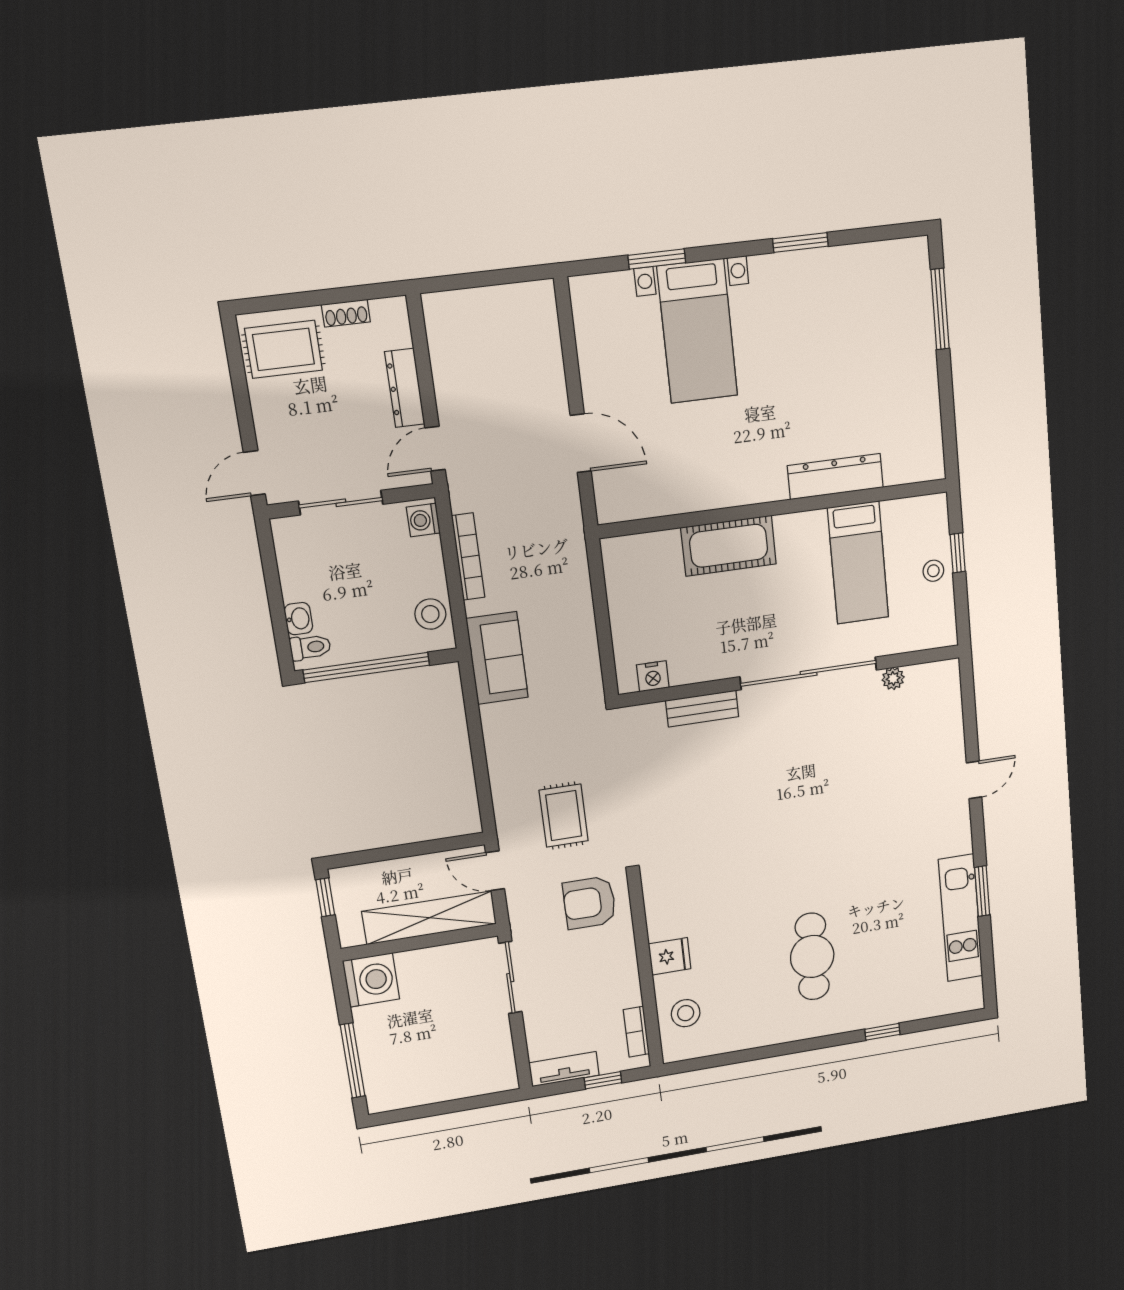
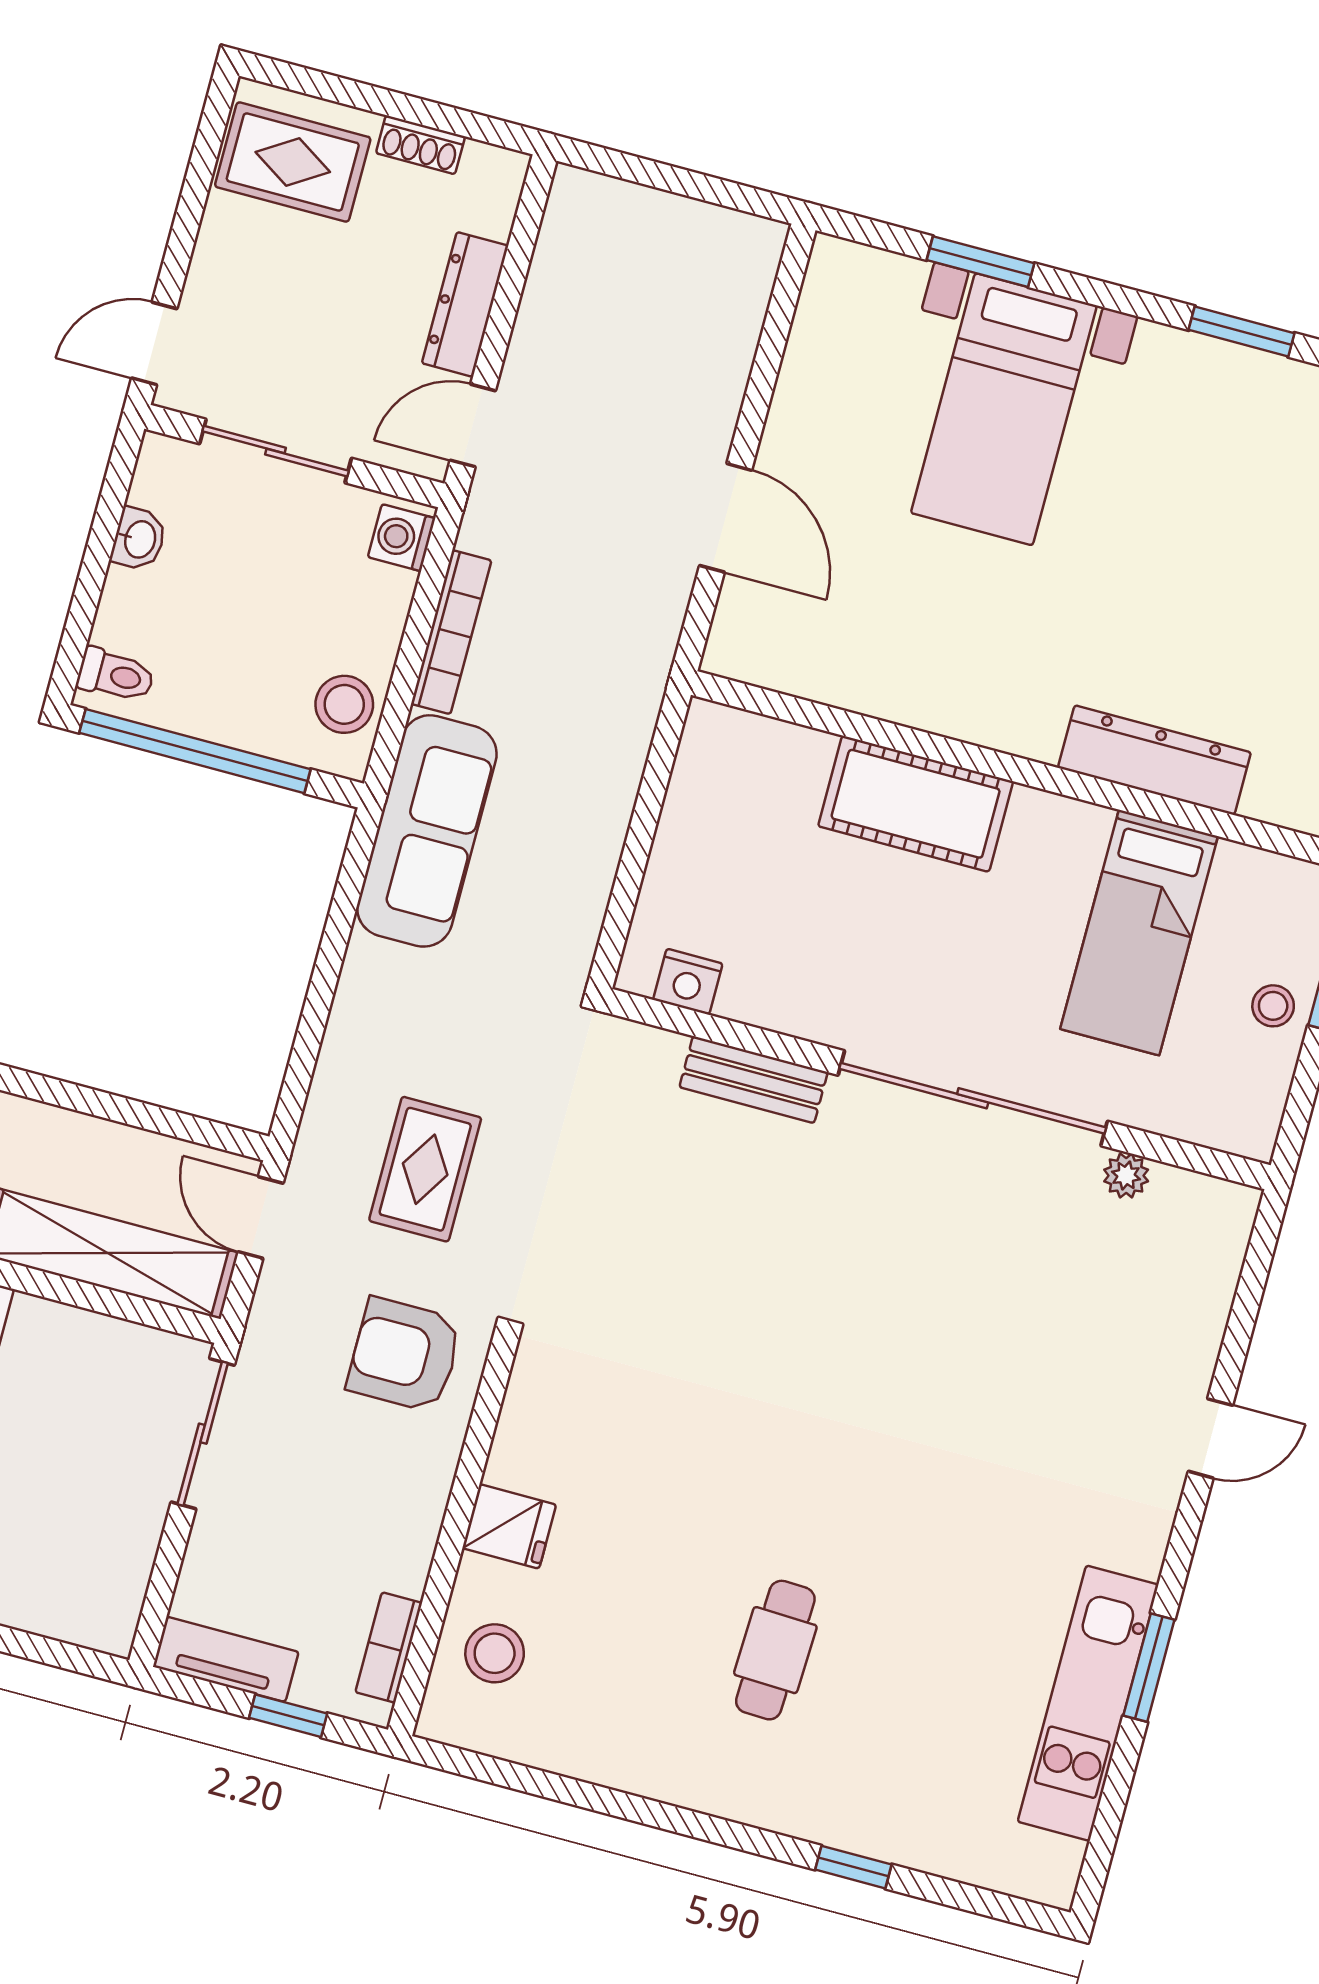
washbasin: (298, 619) -> (139, 539), moved
sofa: (497, 658) -> (427, 831), width x1.36
cafe table: (812, 956) -> (775, 1650), width x0.73, depth x0.74

